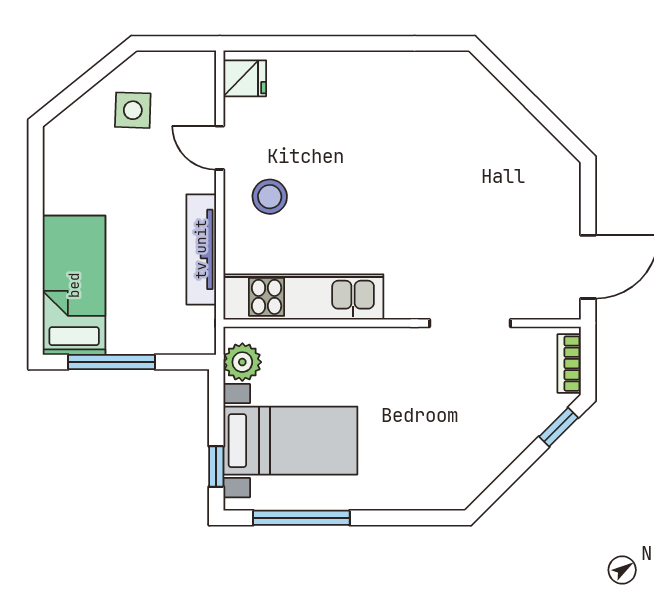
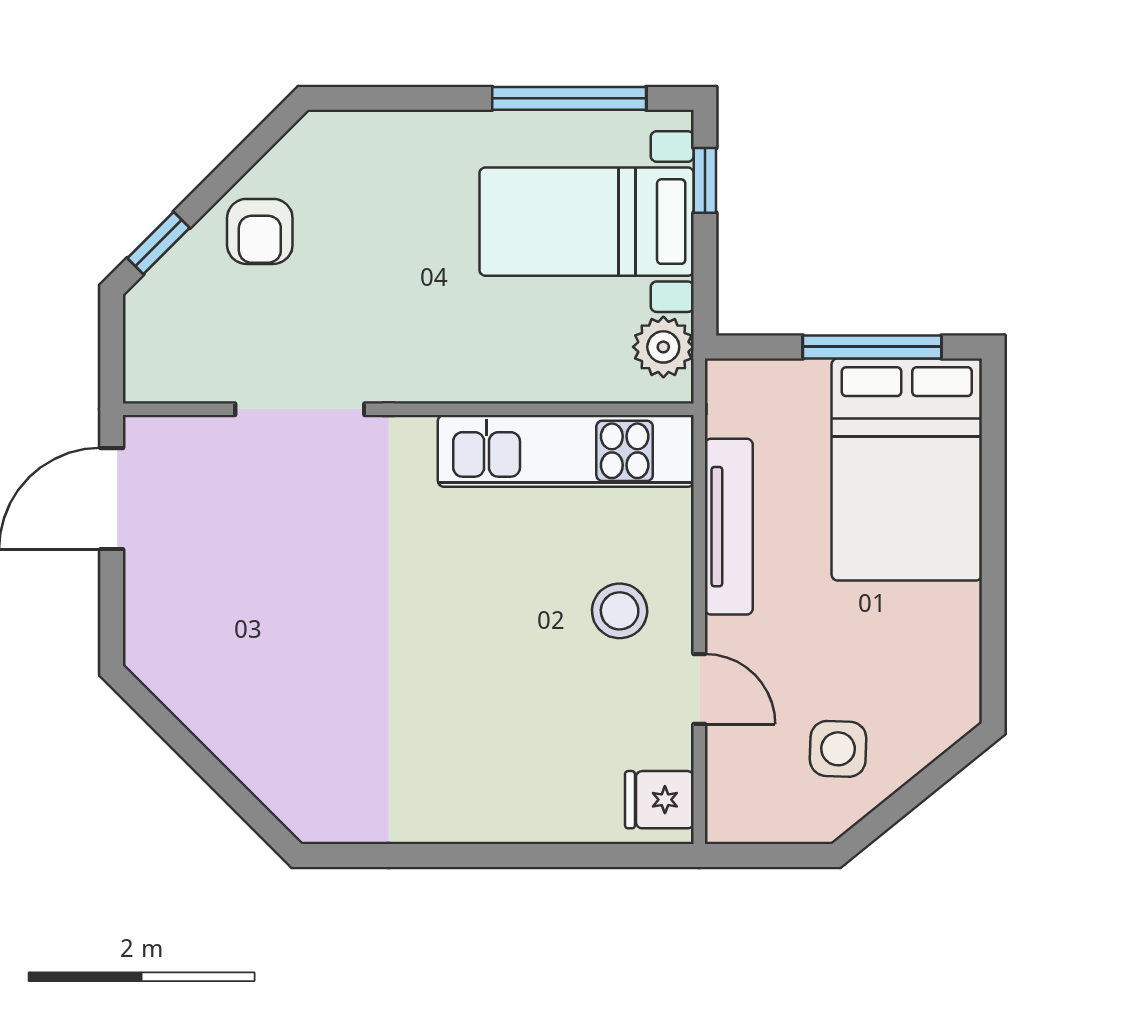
bed: (74, 285) -> (907, 469), width x1.50
bookcase: (569, 364) -> (142, 345), removed
armchair: (495, 434) -> (260, 231), added

